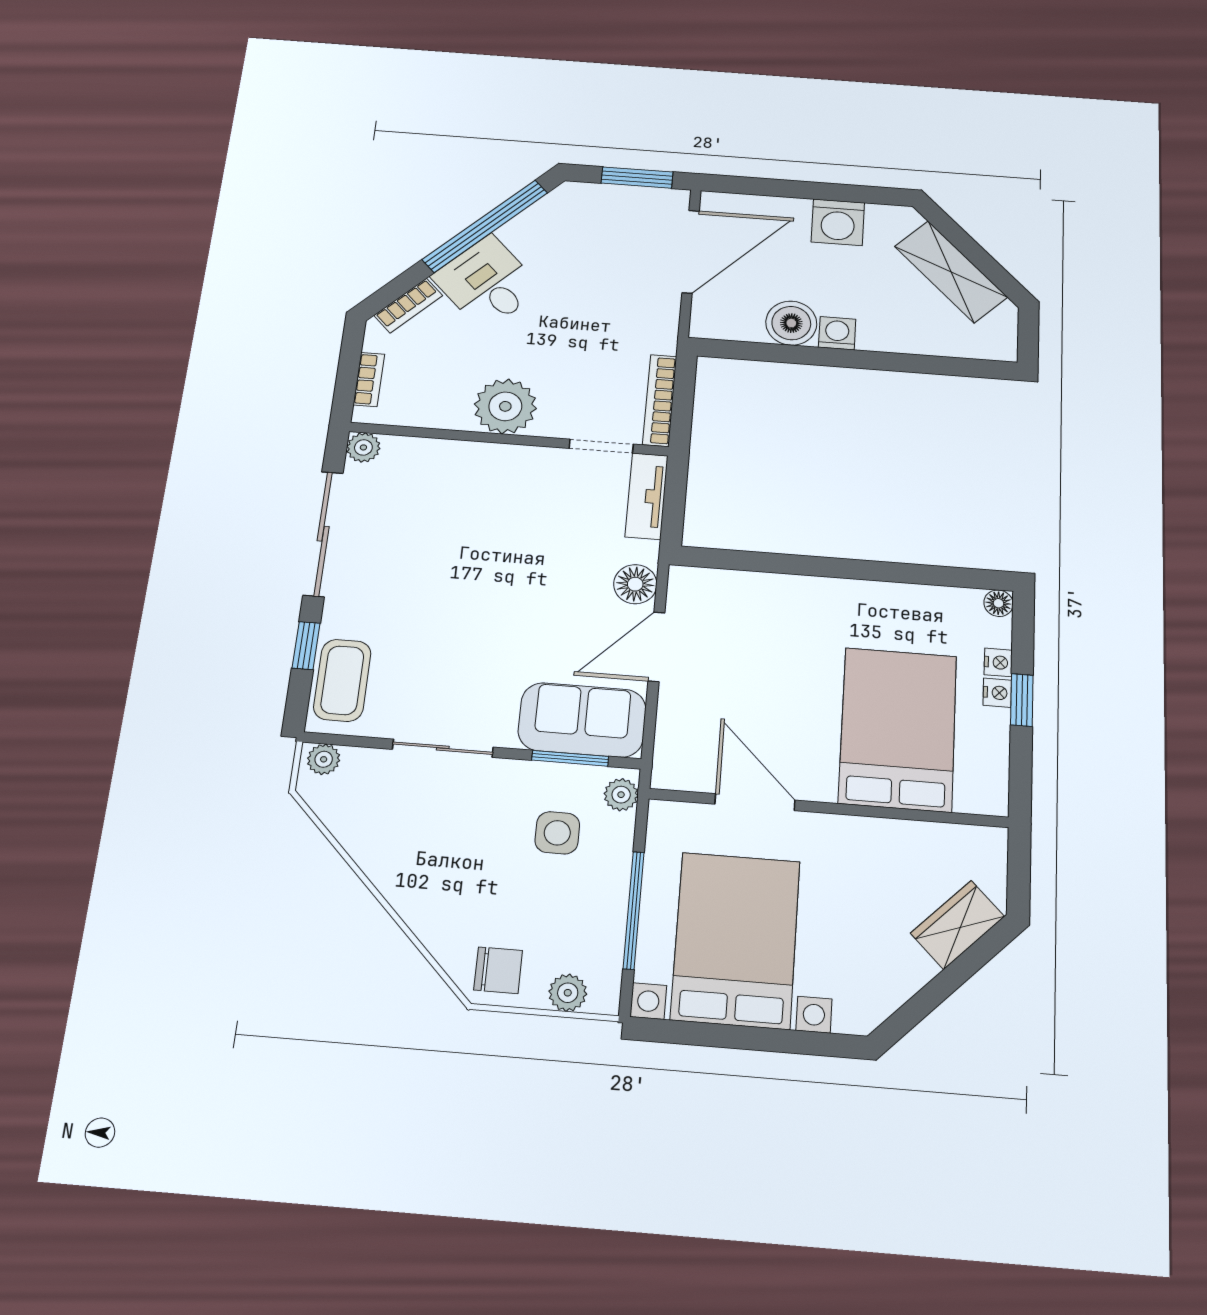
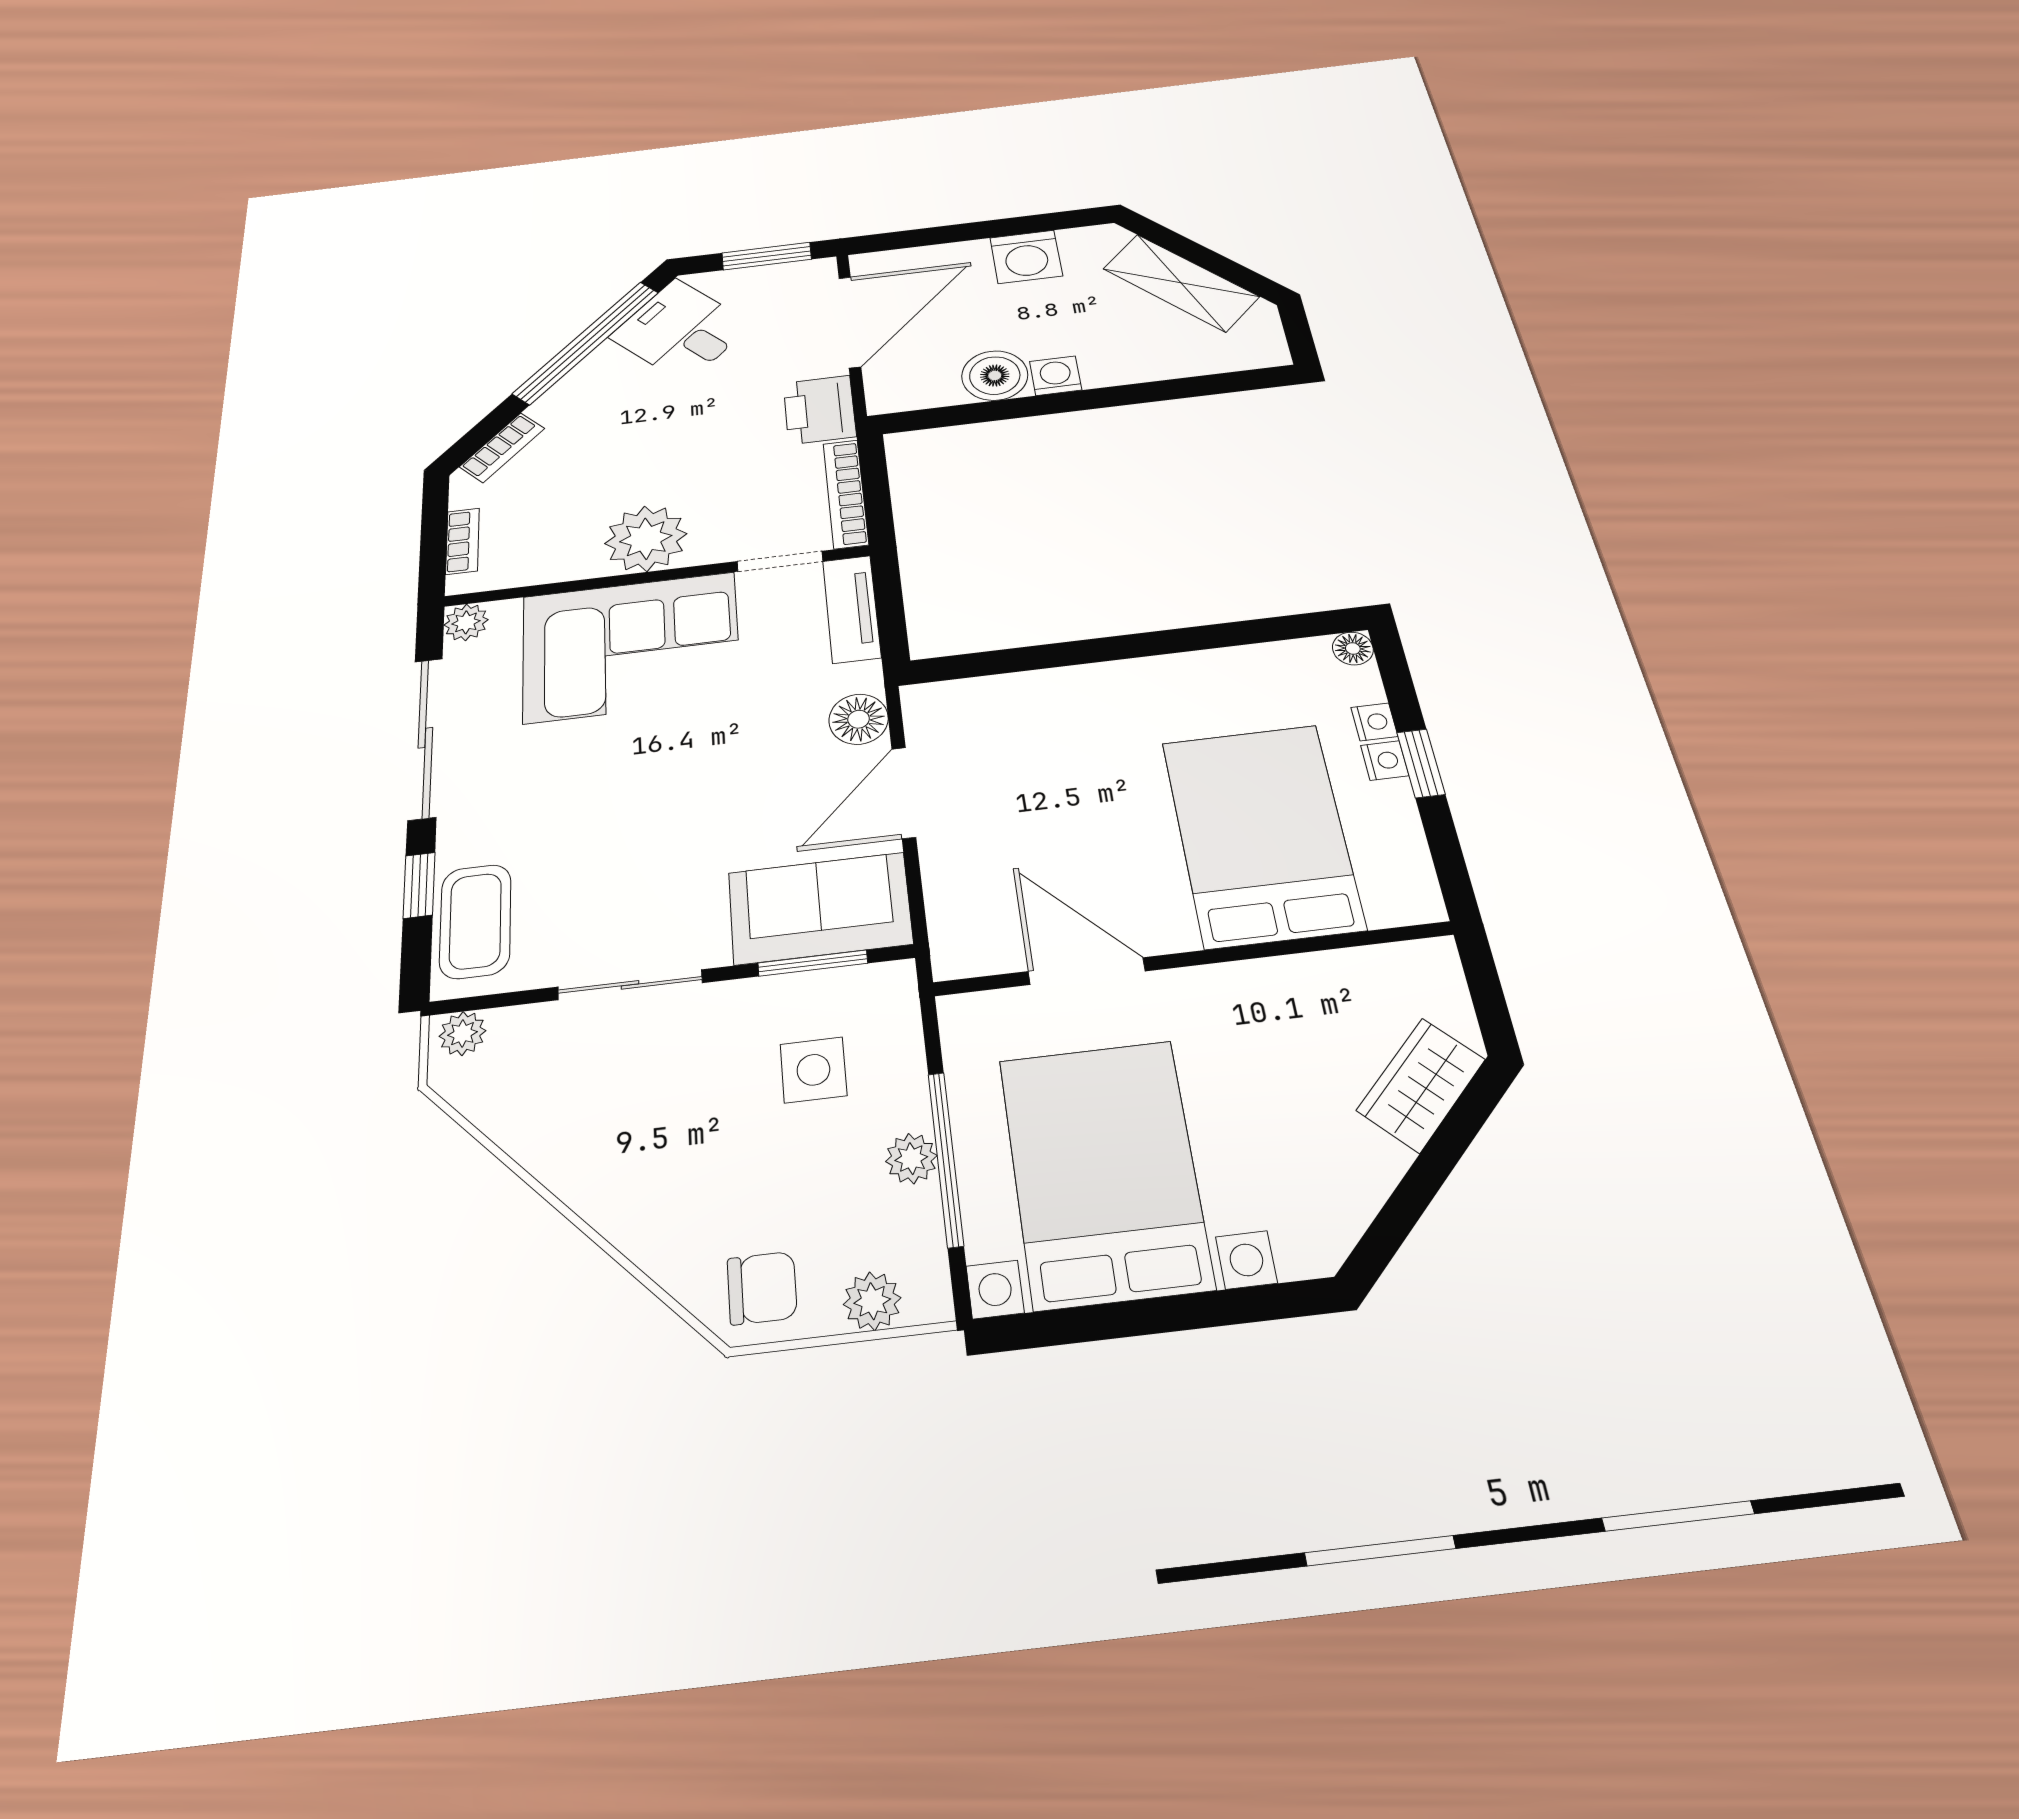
desk: (487, 283) -> (681, 331), moved
printer: (653, 324) -> (820, 410), added
corner sofa: (481, 493) -> (631, 647), added
plant: (621, 795) -> (911, 1159), moved

